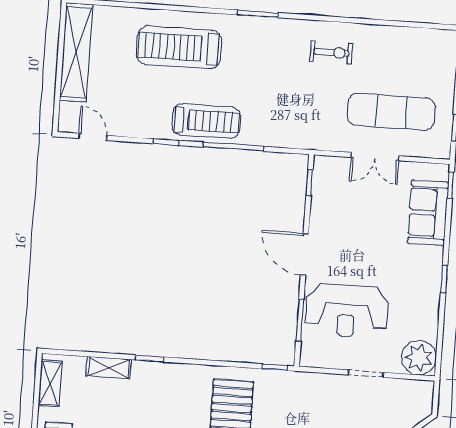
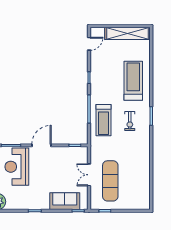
exercise bike: (331, 52) -> (130, 121), moved
treadmill: (206, 121) -> (104, 120), moved

